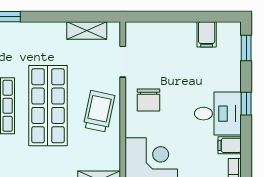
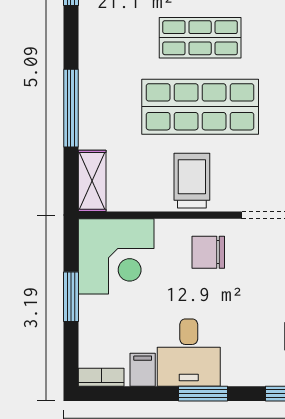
window: (246, 104) -> (203, 394), width x1.50
trolley: (99, 111) -> (192, 181), turned -102

